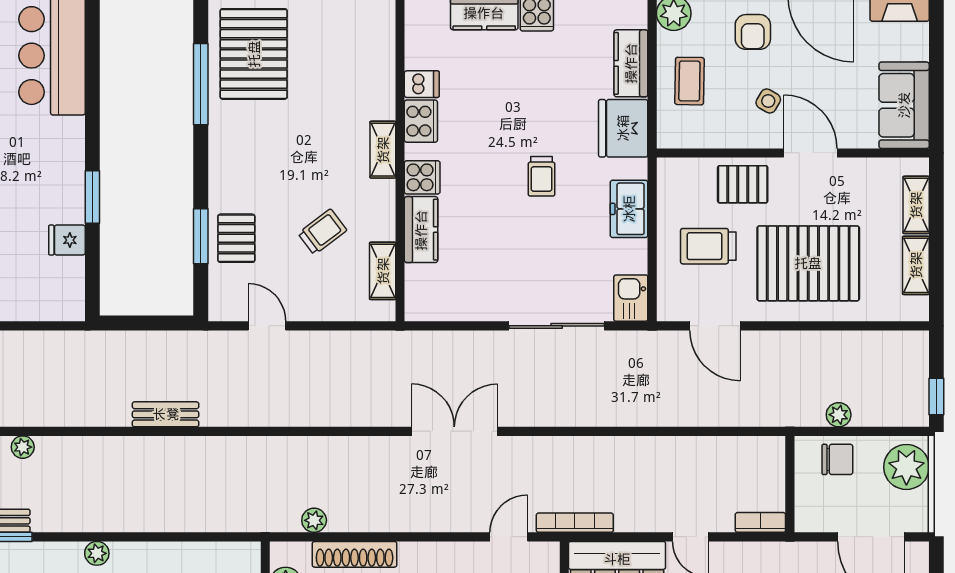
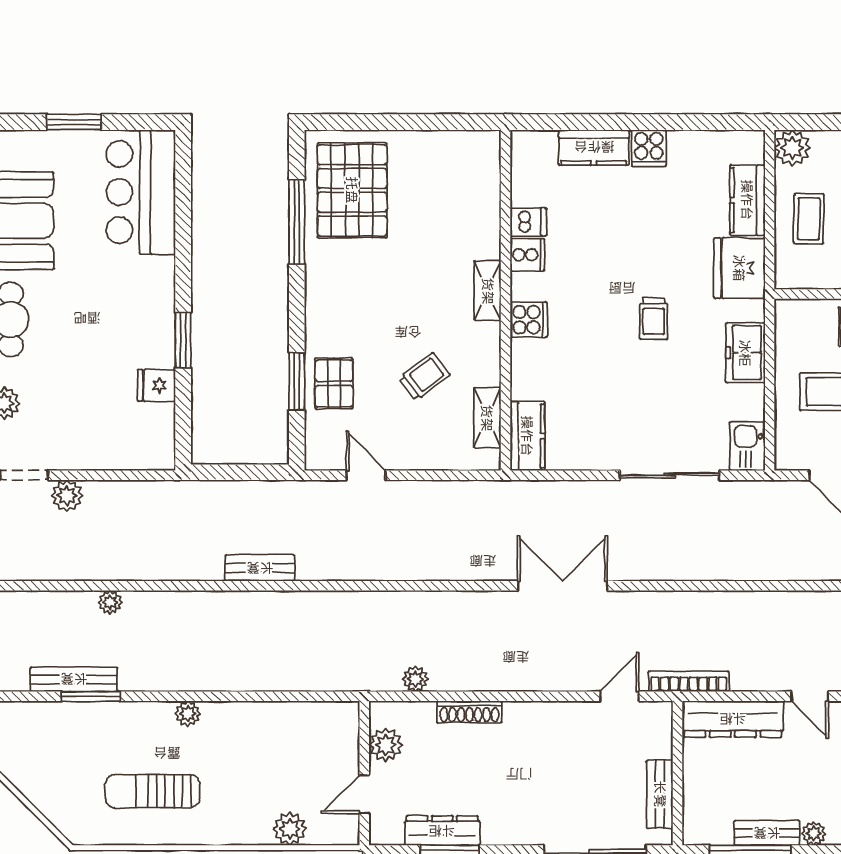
cooker: (421, 121) -> (527, 255), width x0.73
kitchen counter: (421, 230) -> (527, 436), moved
shoe rack: (355, 554) -> (469, 712), width x0.74, depth x0.81

